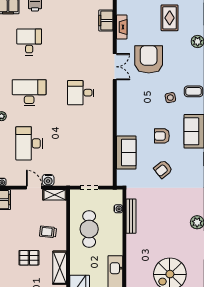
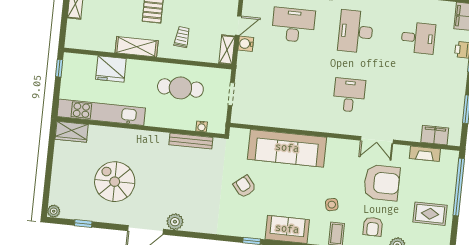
desk: (29, 93) -> (356, 31), turned 180
armchair: (162, 136) -> (373, 227), moved, turned 180
sofa: (126, 152) -> (287, 148), width x1.85, depth x1.27

